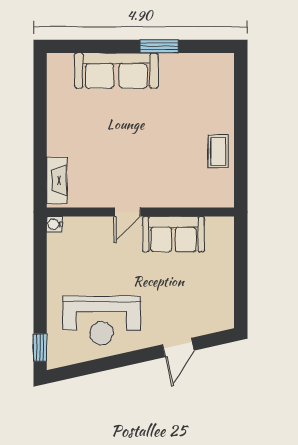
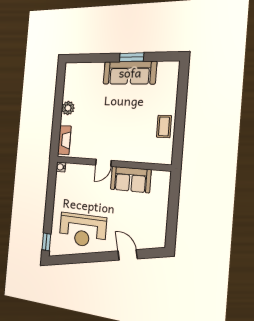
sofa: (116, 71) -> (130, 73), moved
plant: (58, 128) -> (68, 108), added
door: (178, 347) -> (128, 255), swing flipped

